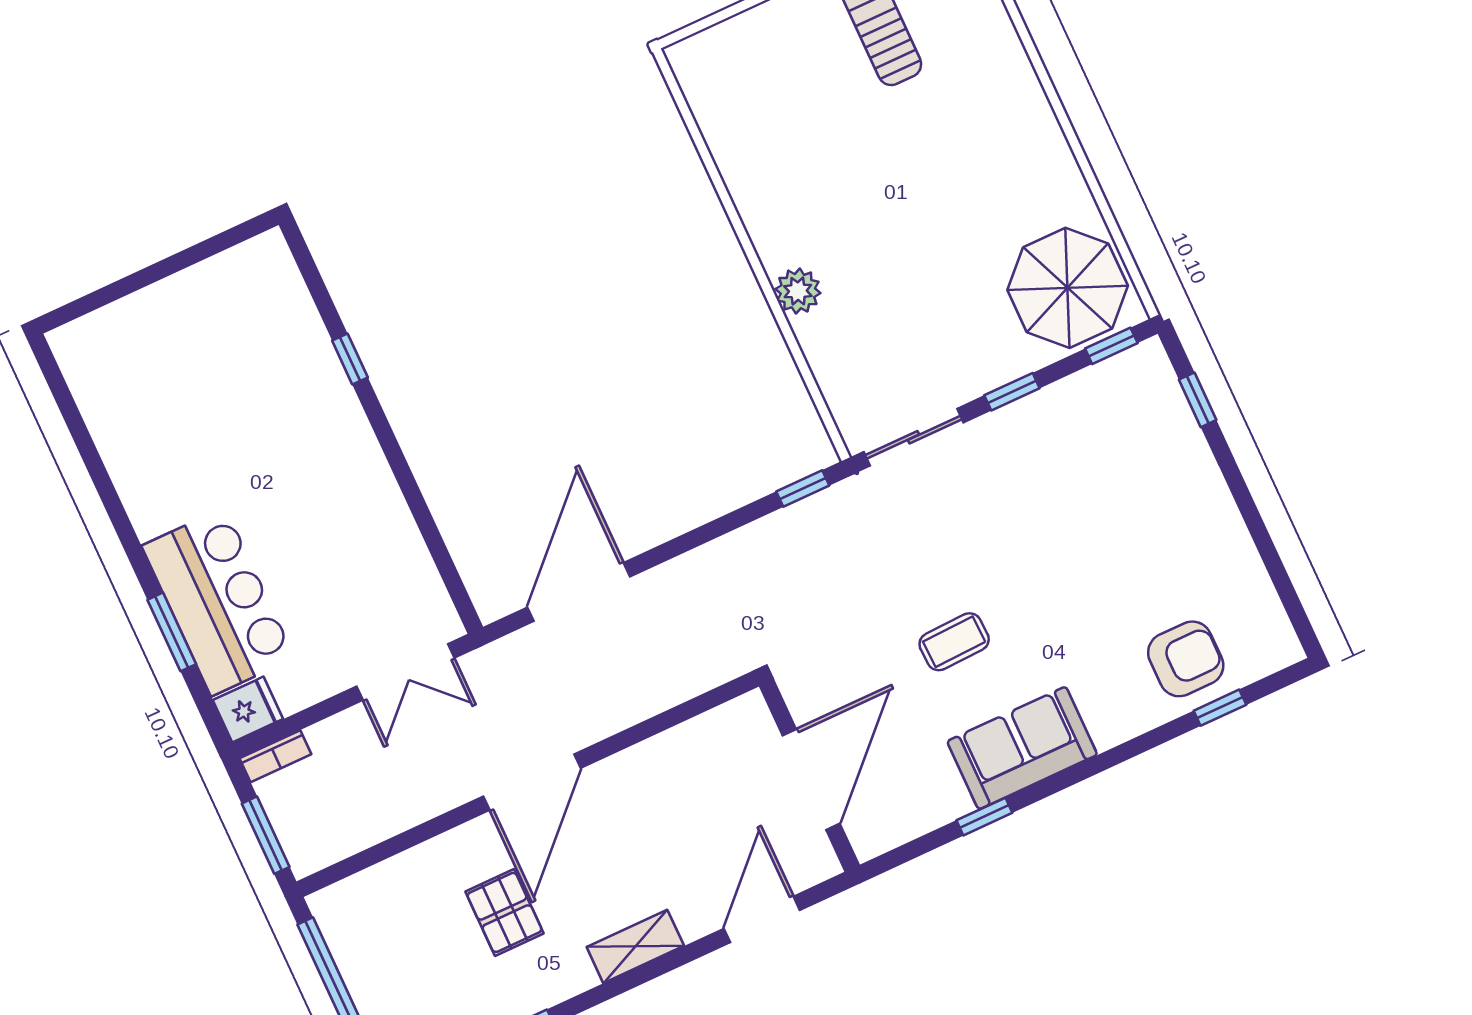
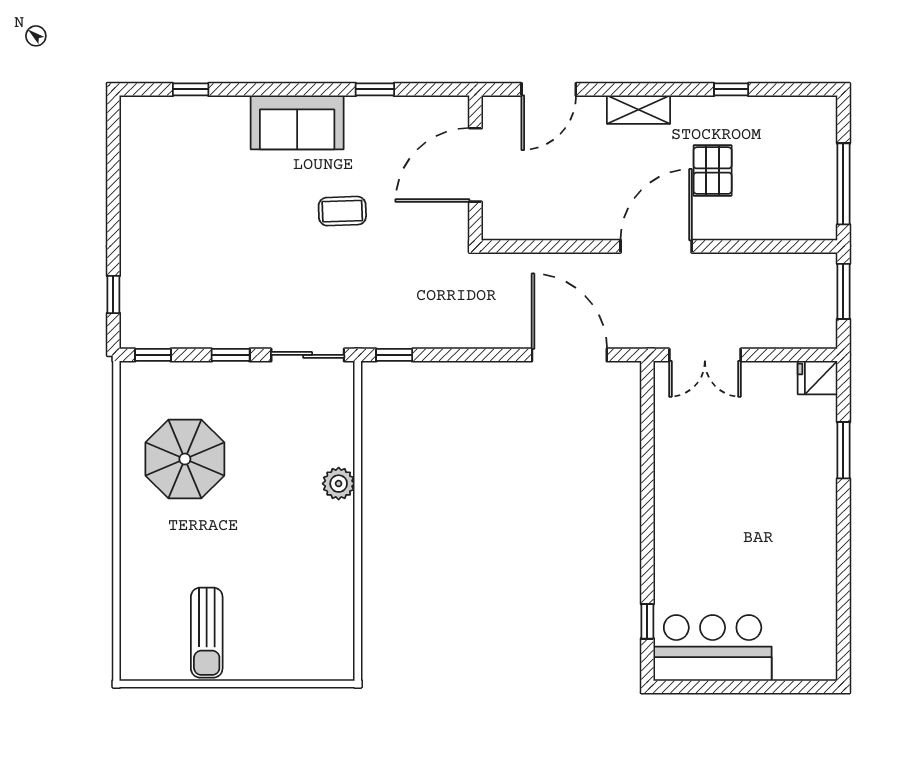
parasol: (1068, 288) -> (185, 459), moved
window: (350, 359) -> (647, 621), moved
door: (579, 592) -> (569, 355), swing flipped
bar counter: (218, 602) -> (713, 648), moved, turned 90
armchair: (1186, 659) -> (198, 131), removed
double door: (405, 672) -> (705, 355), swing flipped
sofa: (1022, 748) -> (297, 122), moved
bookcase: (275, 756) -> (814, 339), removed

